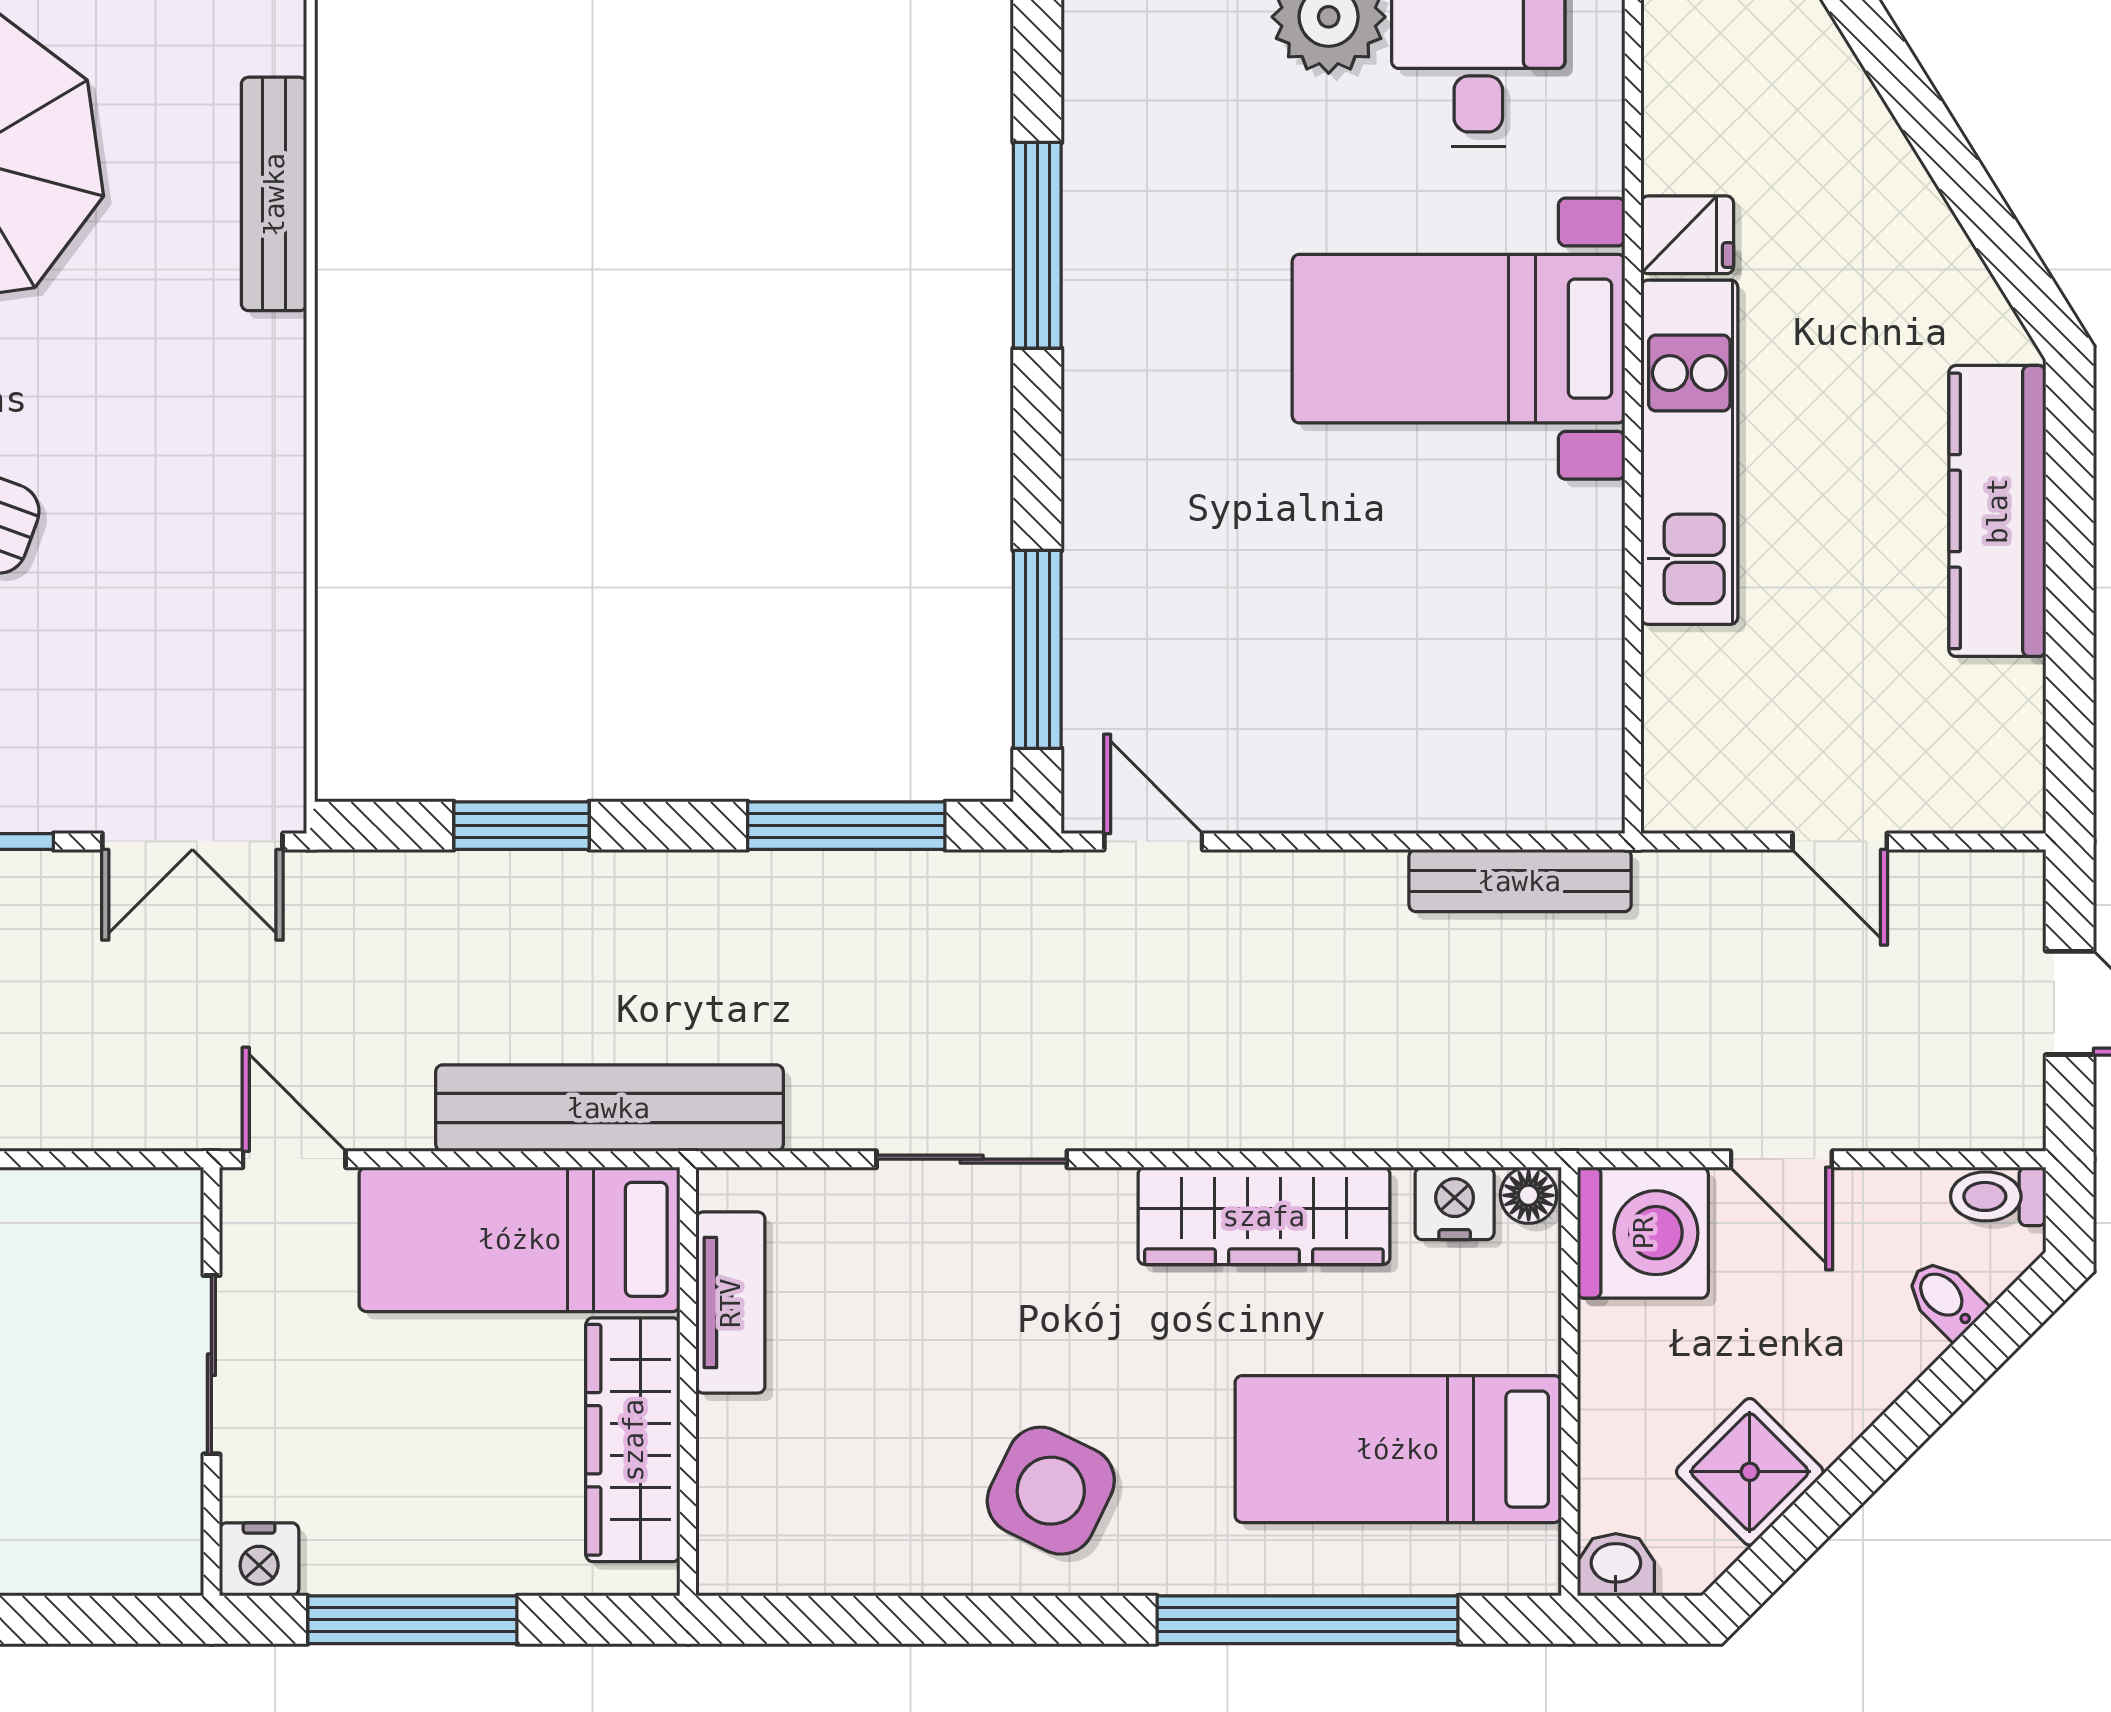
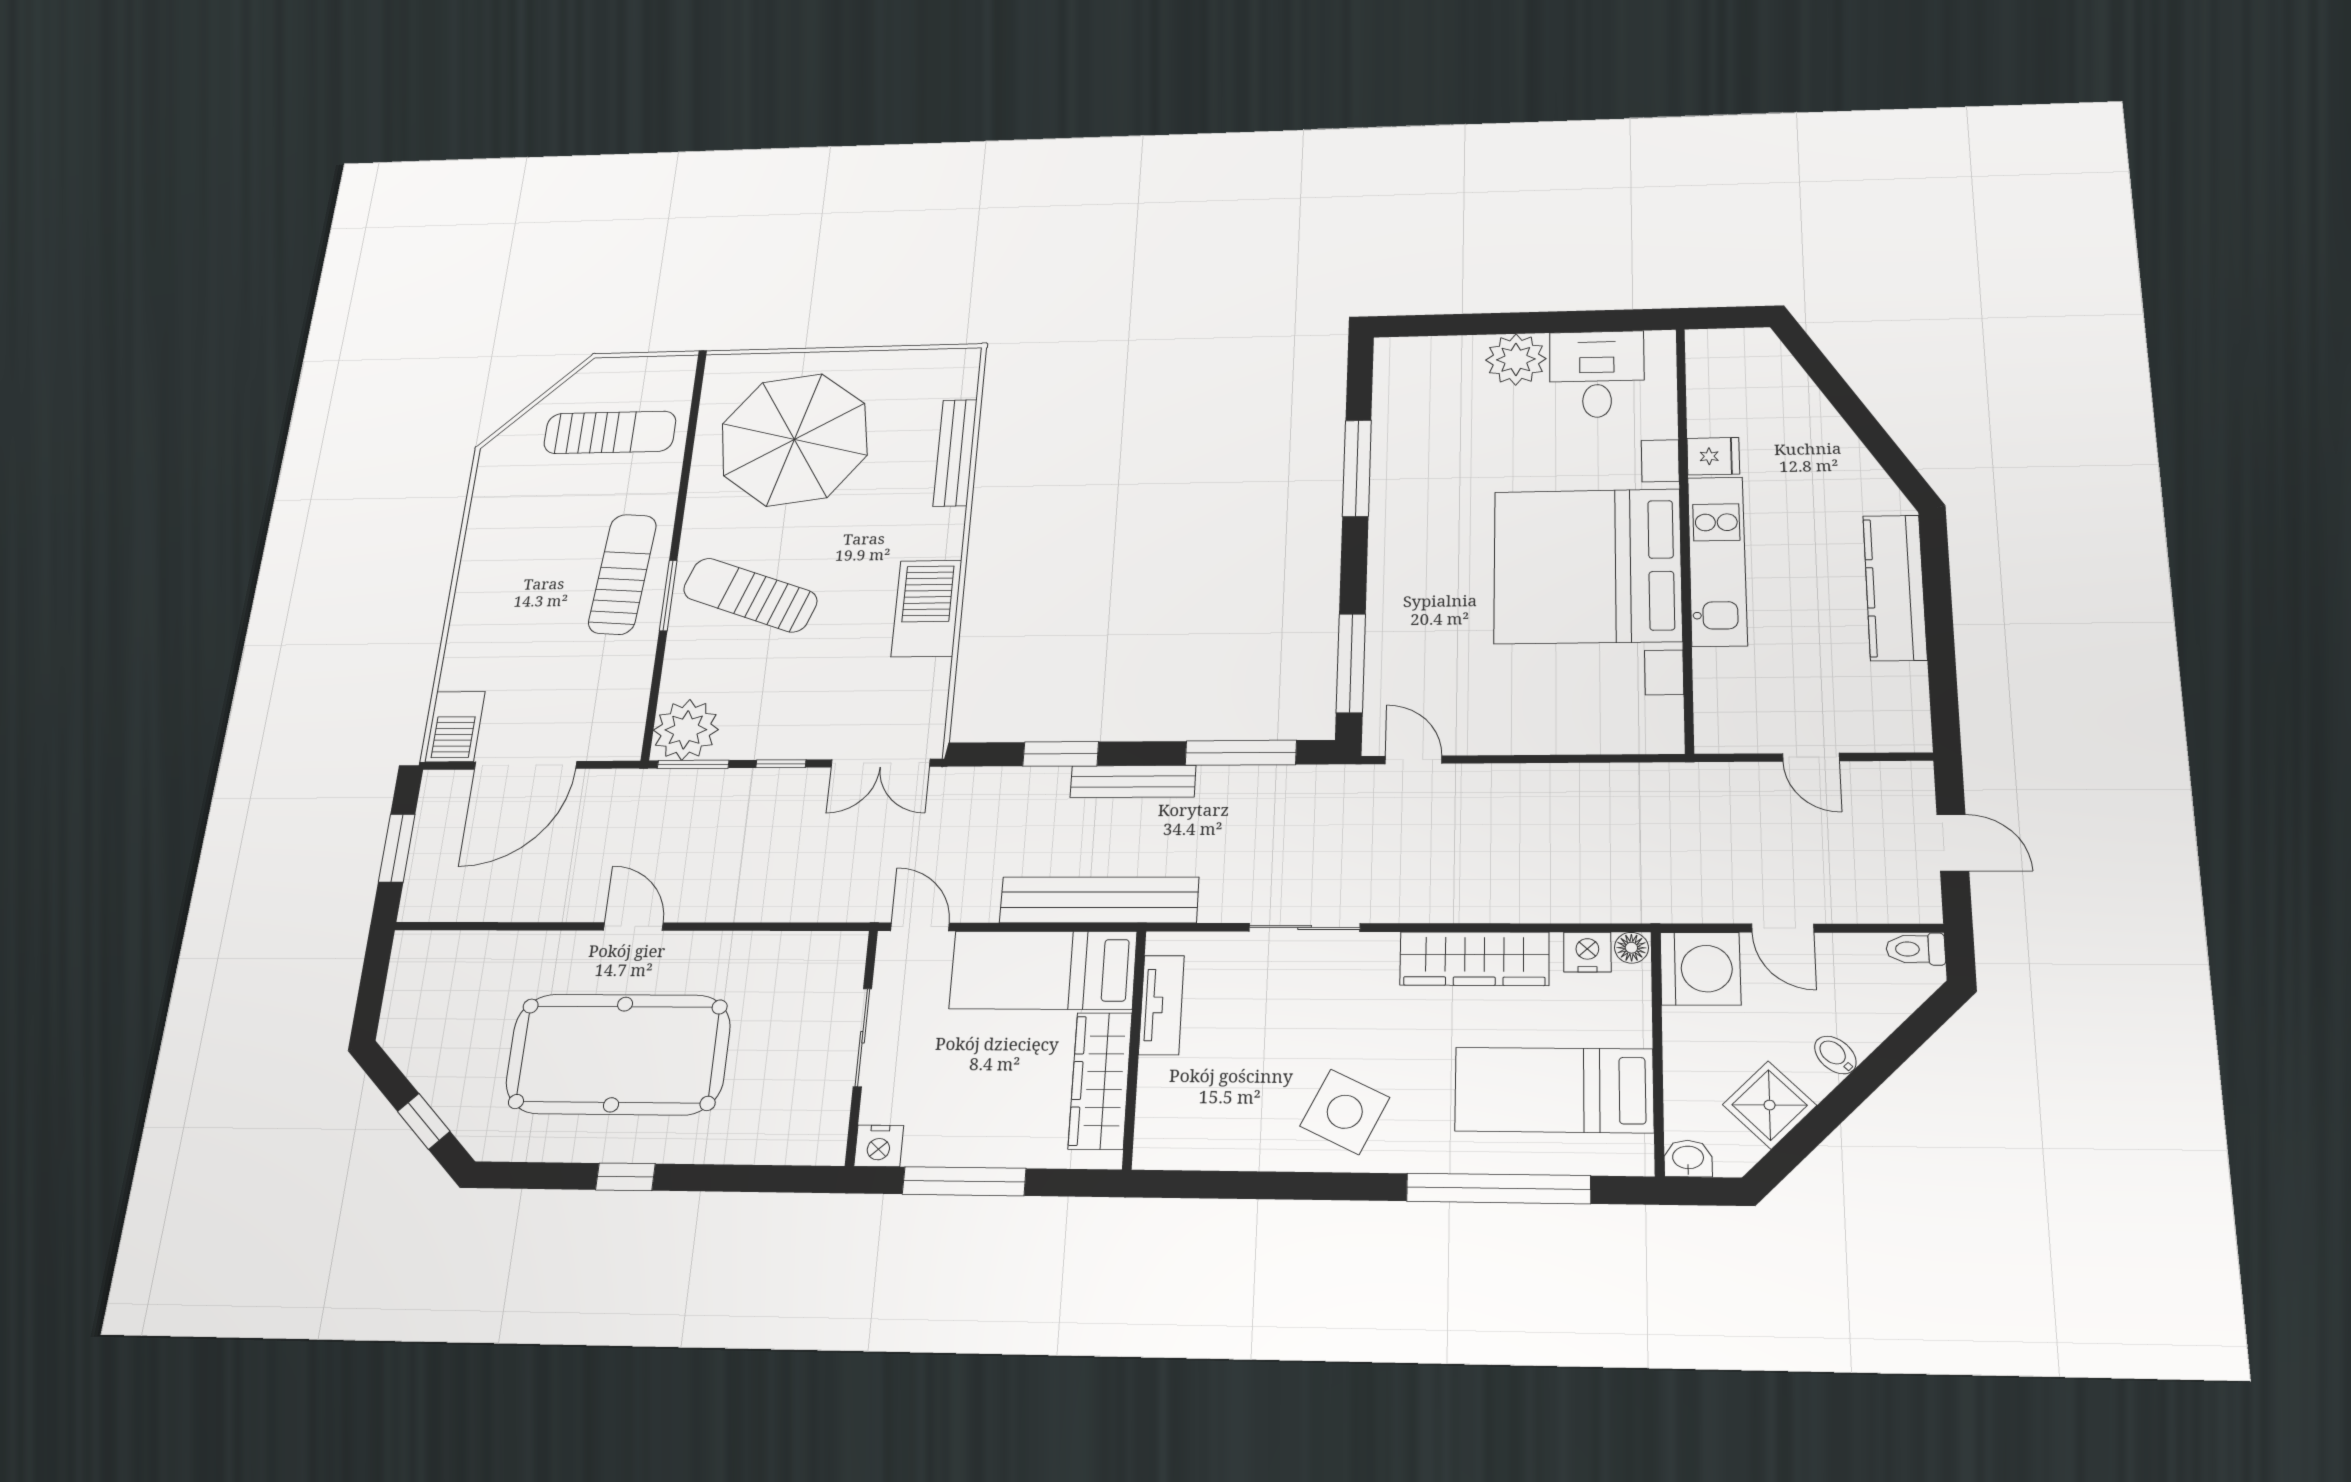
bed with nightstands: (1459, 339) -> (1587, 566), width x1.85
barbecue: (249, 527) -> (927, 608), added
bench: (1520, 881) -> (1133, 781), moved
bidet: (1945, 1298) -> (1835, 1055), moved

